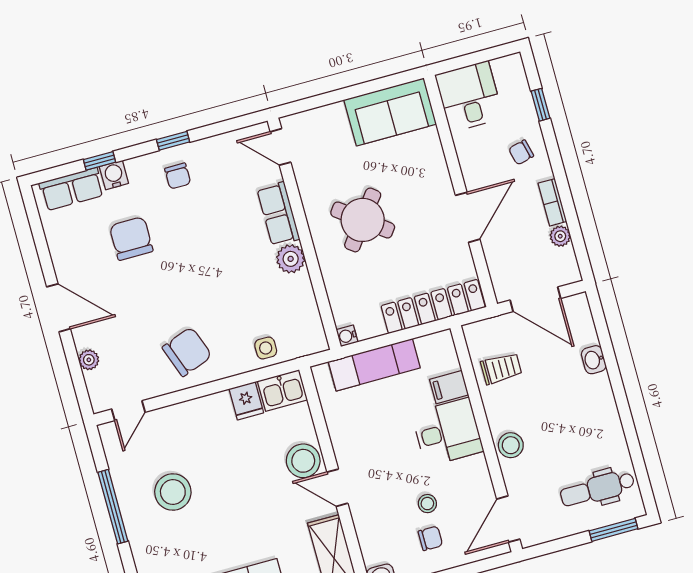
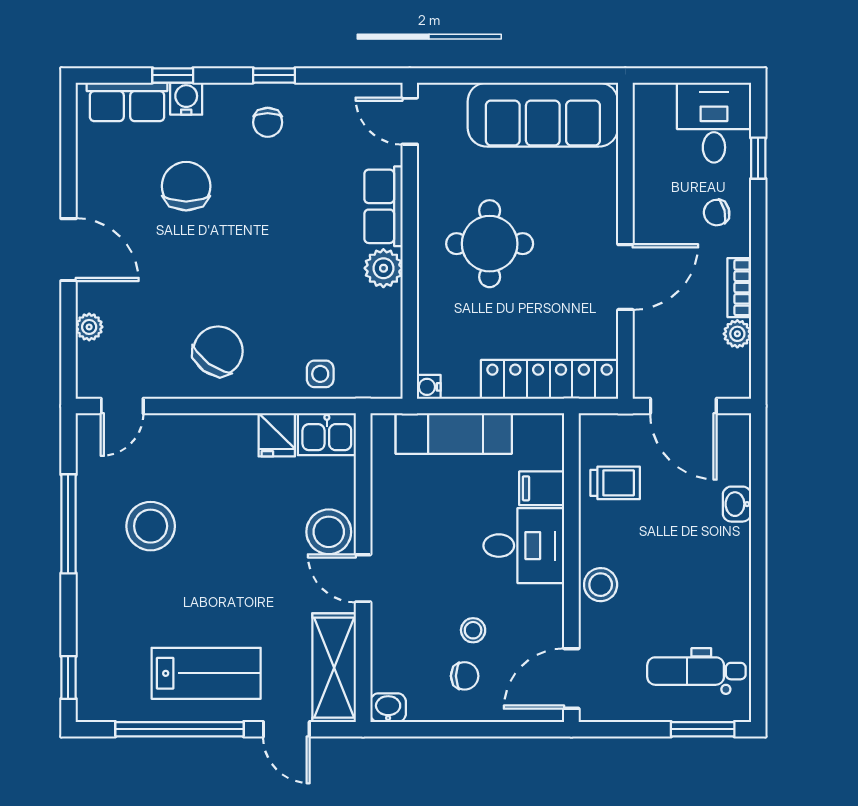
desk: (469, 96) -> (714, 123), moved
sofa: (390, 112) -> (543, 115), width x1.36
round table: (363, 220) -> (490, 244), turned -37
chair: (187, 352) -> (218, 351), turned -34

